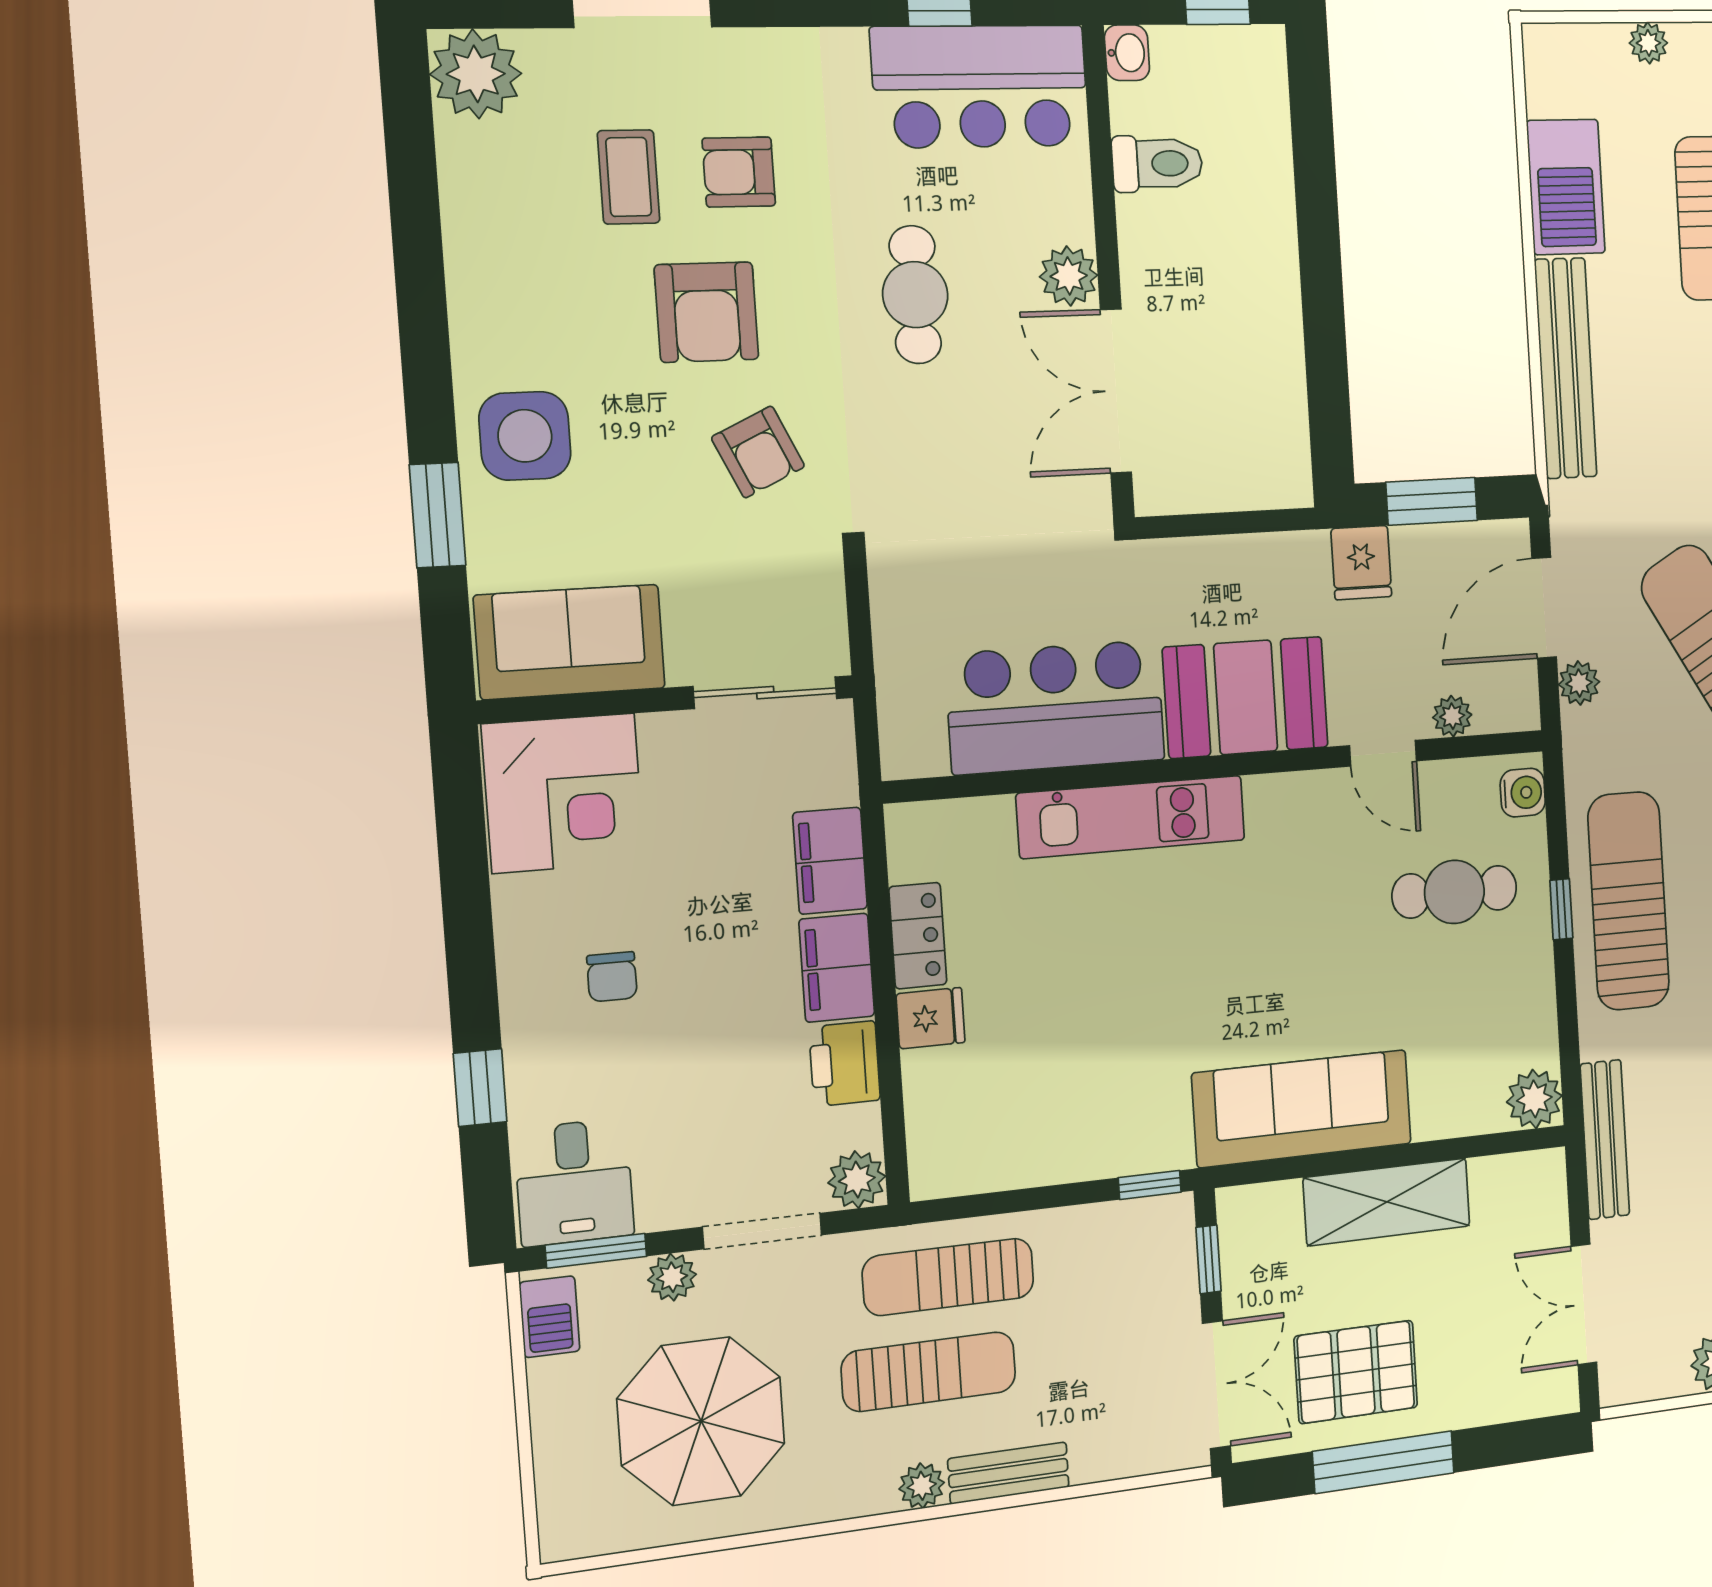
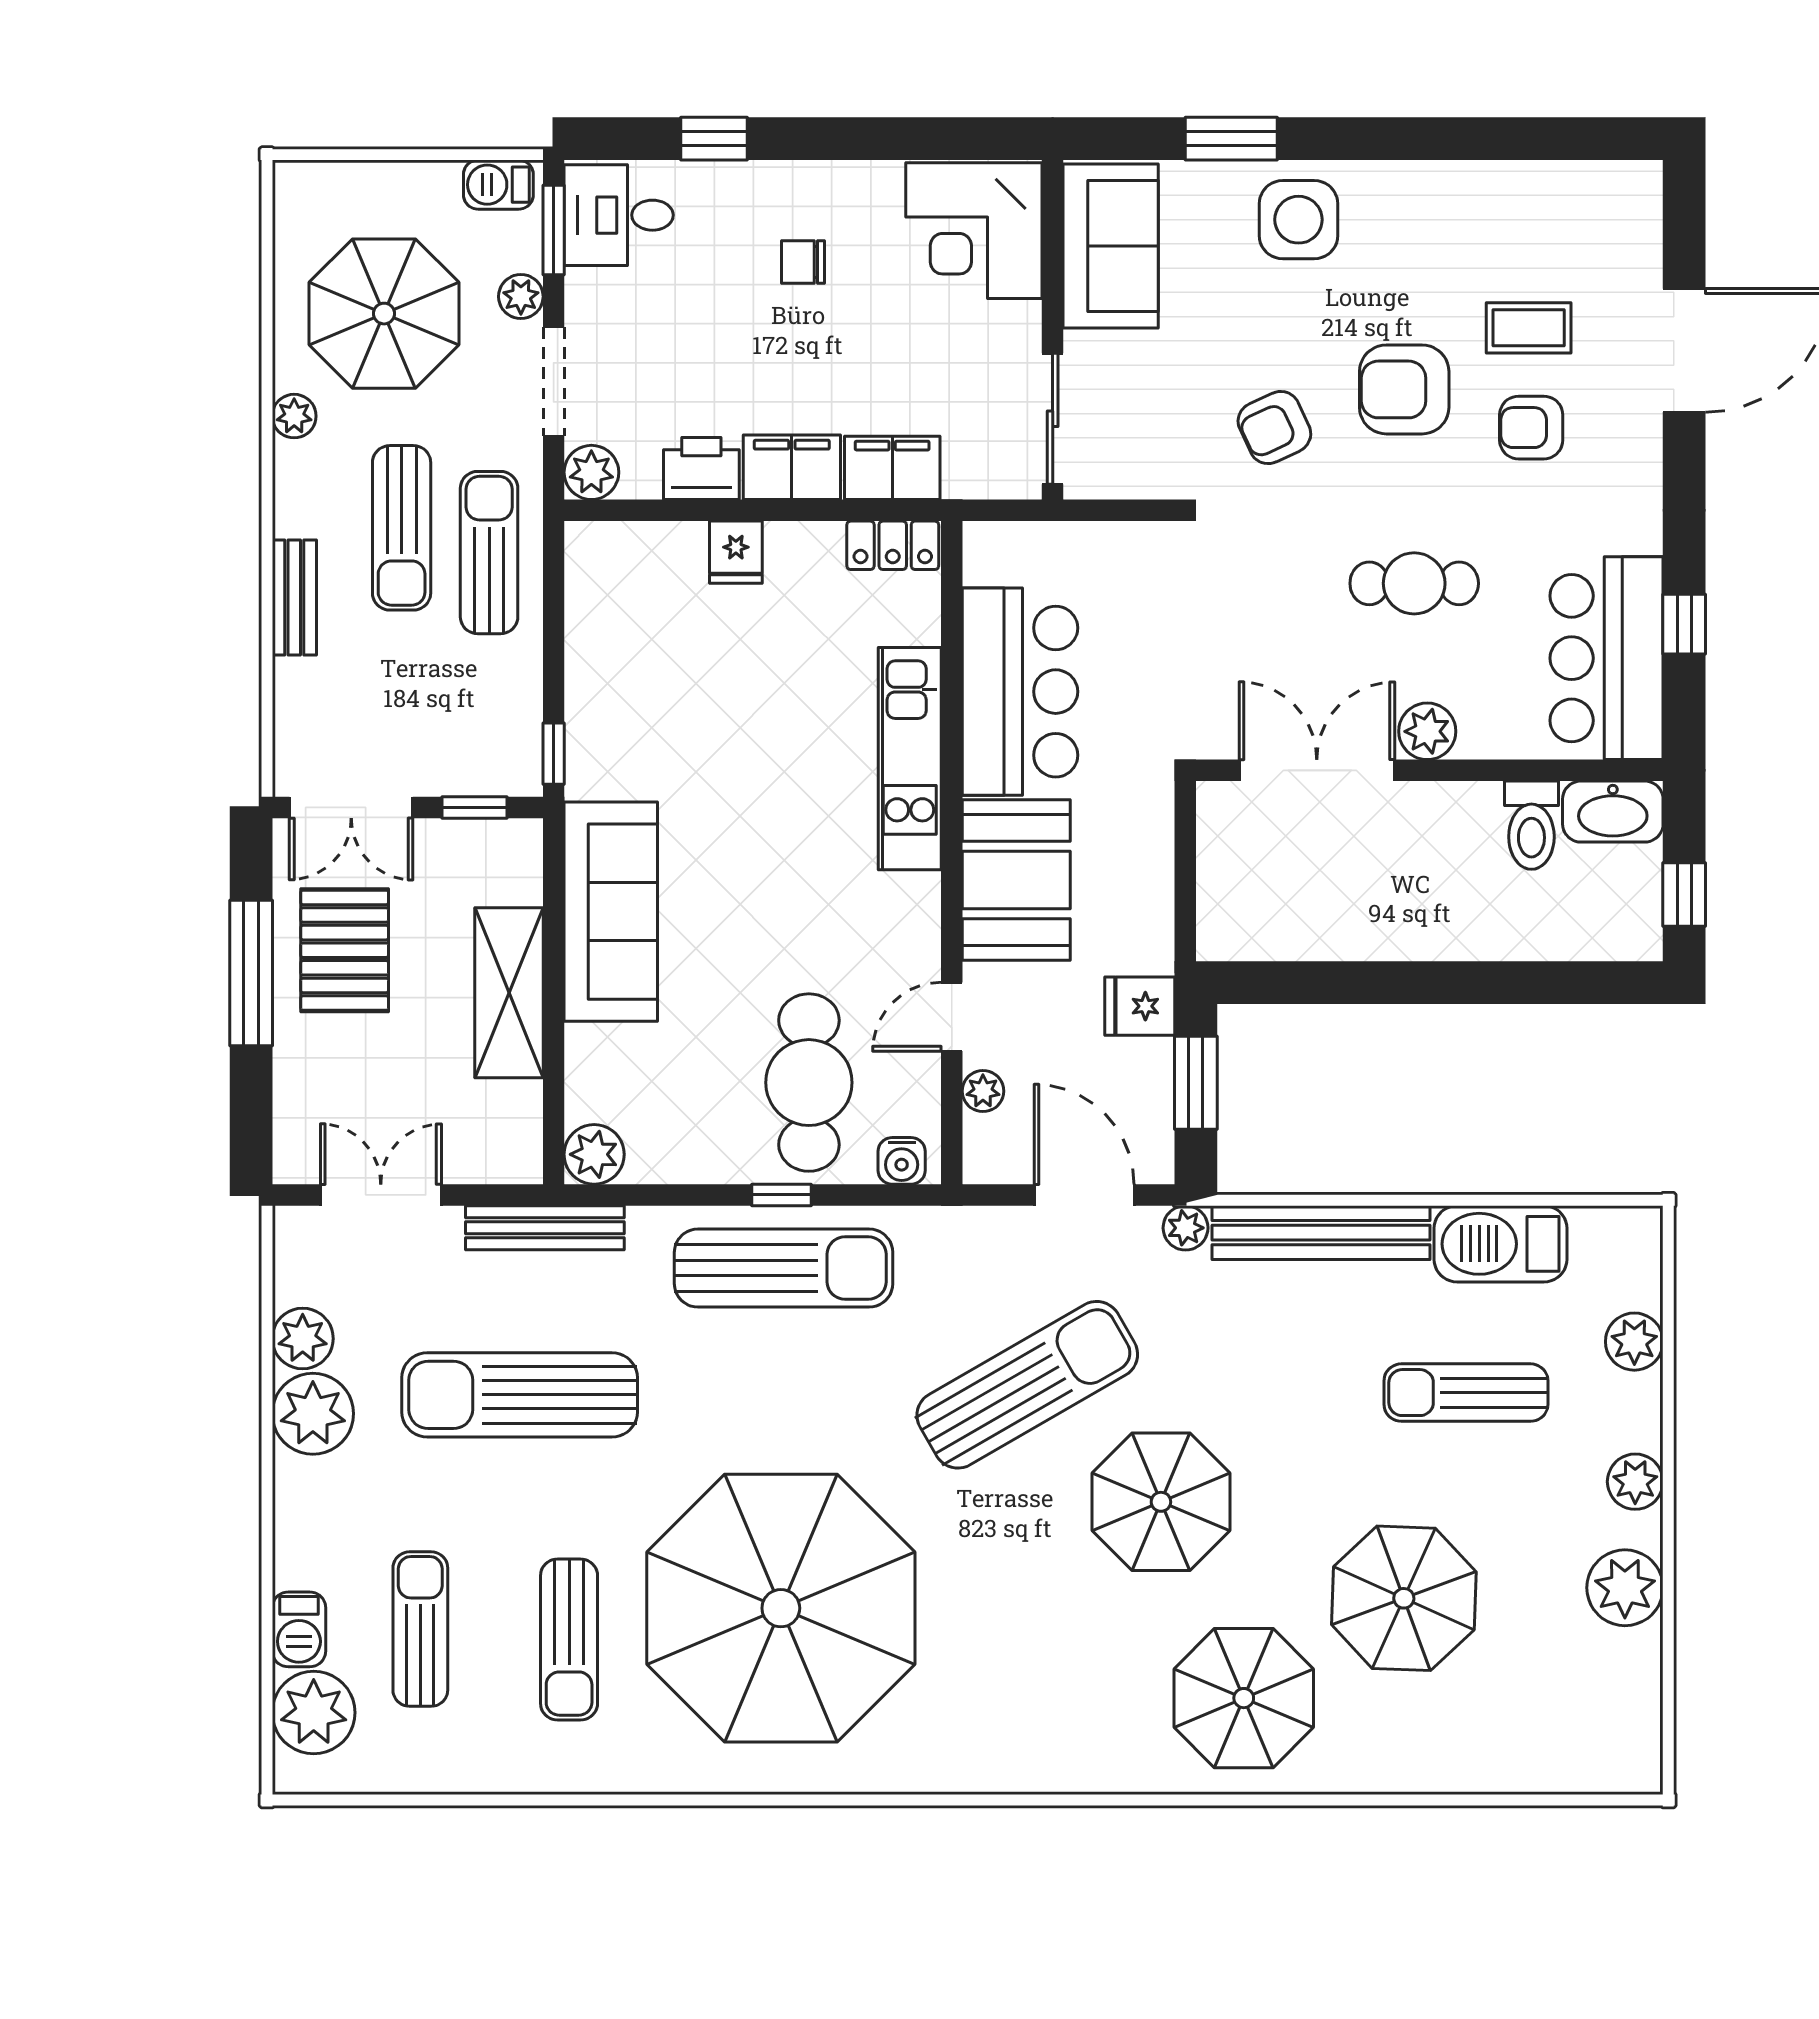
plant: (1648, 43) -> (1634, 1342), width x1.38, depth x1.38
washbasin: (1127, 53) -> (1613, 812), width x1.91, depth x1.45
plant: (476, 74) -> (1623, 200), removed
armchair: (739, 172) -> (1531, 428), turned -90
plant: (1579, 683) -> (1186, 1228), moved
cafe table: (1454, 892) -> (809, 1083), width x1.37, depth x1.35
locker: (918, 936) -> (893, 545), moved
plant: (922, 1486) -> (294, 416), moved

